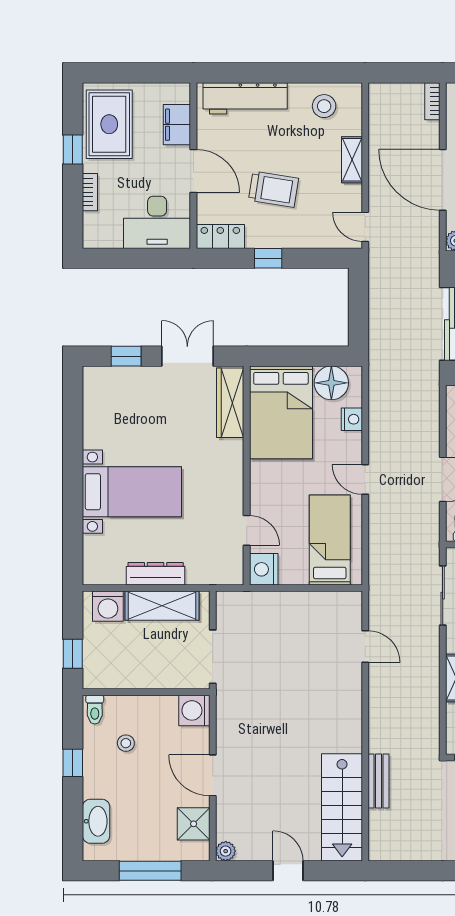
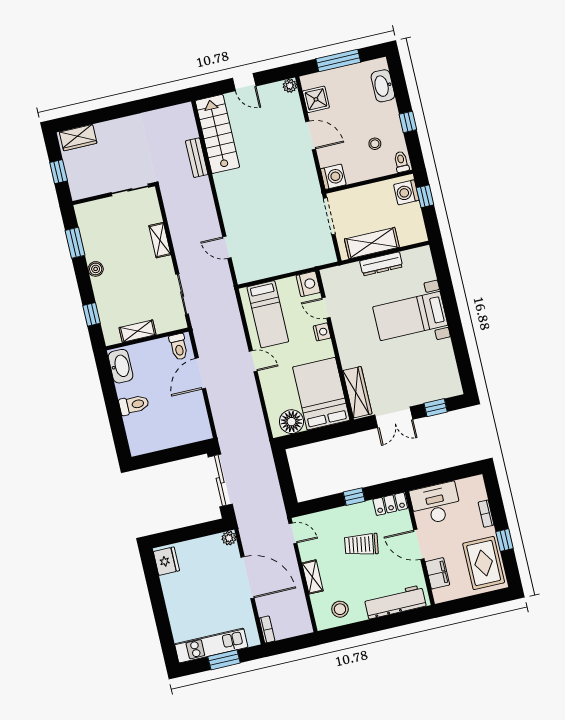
nightstand: (352, 419) -> (322, 332), moved, turned 180
washing machine: (108, 606) -> (406, 192), moved, turned -90

